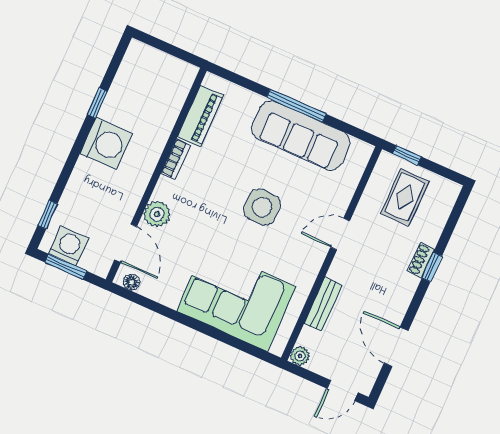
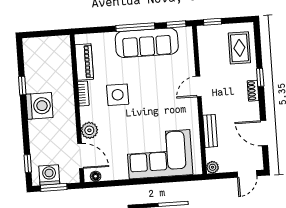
window: (355, 132) -> (176, 24), added
rug: (405, 197) -> (239, 48), moved
side table: (262, 207) -> (118, 95), moved
shoe rack: (421, 260) -> (253, 91), moved

